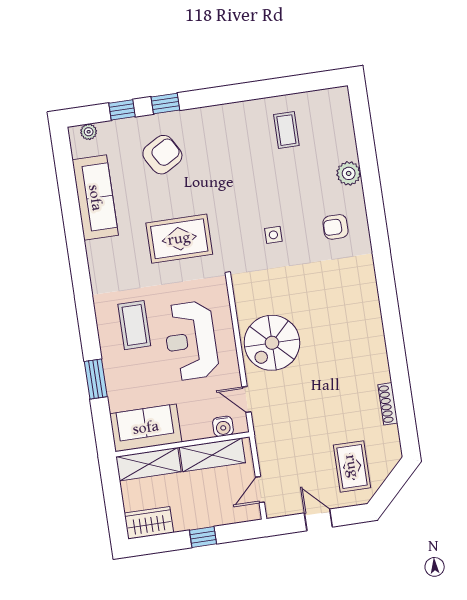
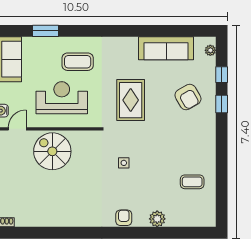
armchair: (335, 227) -> (124, 218), moved

